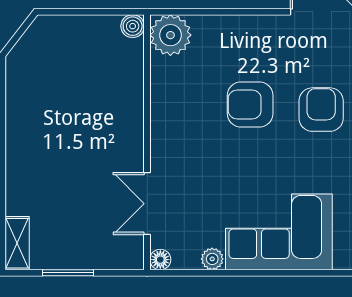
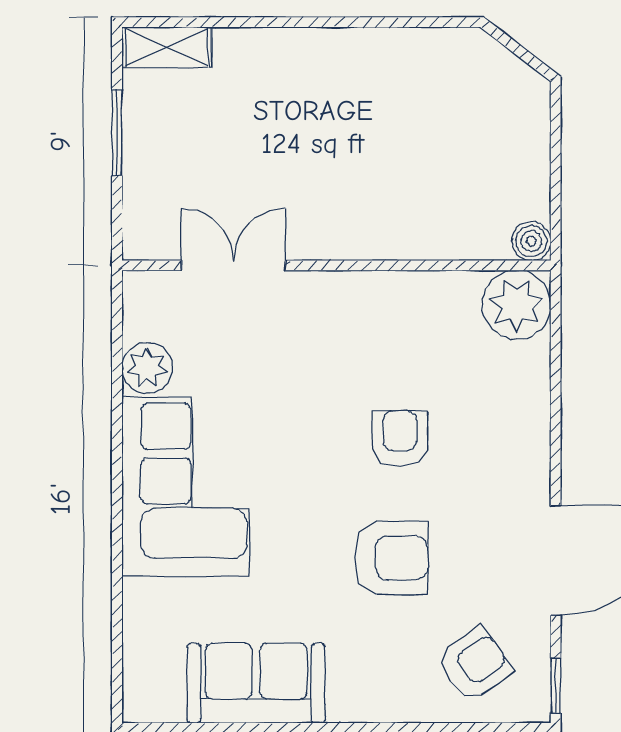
armchair: (250, 104) -> (400, 438), width x0.72, depth x0.72
plant: (212, 259) -> (147, 368), width x1.38, depth x1.38
floor lamp: (160, 260) -> (139, 288), removed

